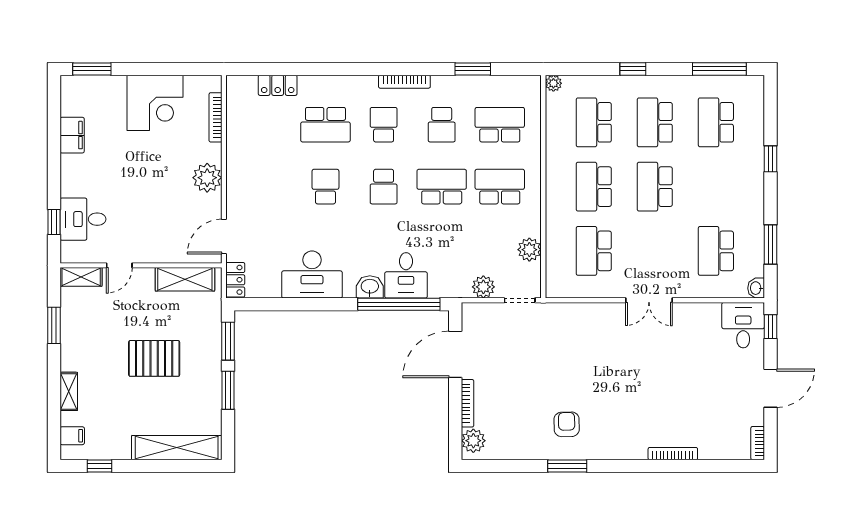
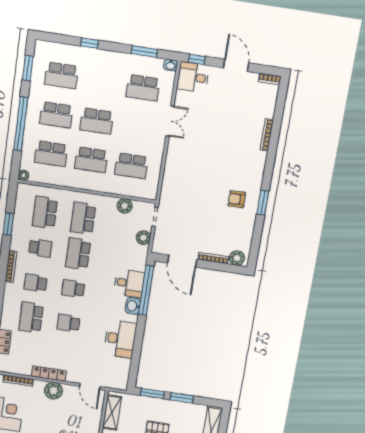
window: (633, 69) -> (21, 124), width x3.17
window: (719, 69) -> (28, 68), width x0.69
school desk: (325, 125) -> (31, 317), turned 180
school desk: (384, 187) -> (73, 289), turned 180
locker: (235, 280) -> (49, 374), moved, width x1.53
double door: (649, 300) -> (170, 121), moved

